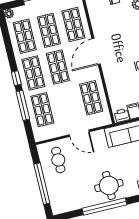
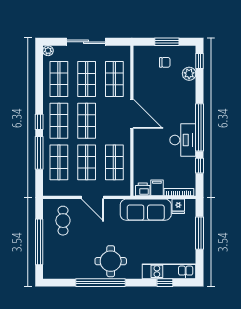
door: (96, 51) -> (132, 114), swing flipped
shop shelf: (67, 104) -> (87, 162), added

